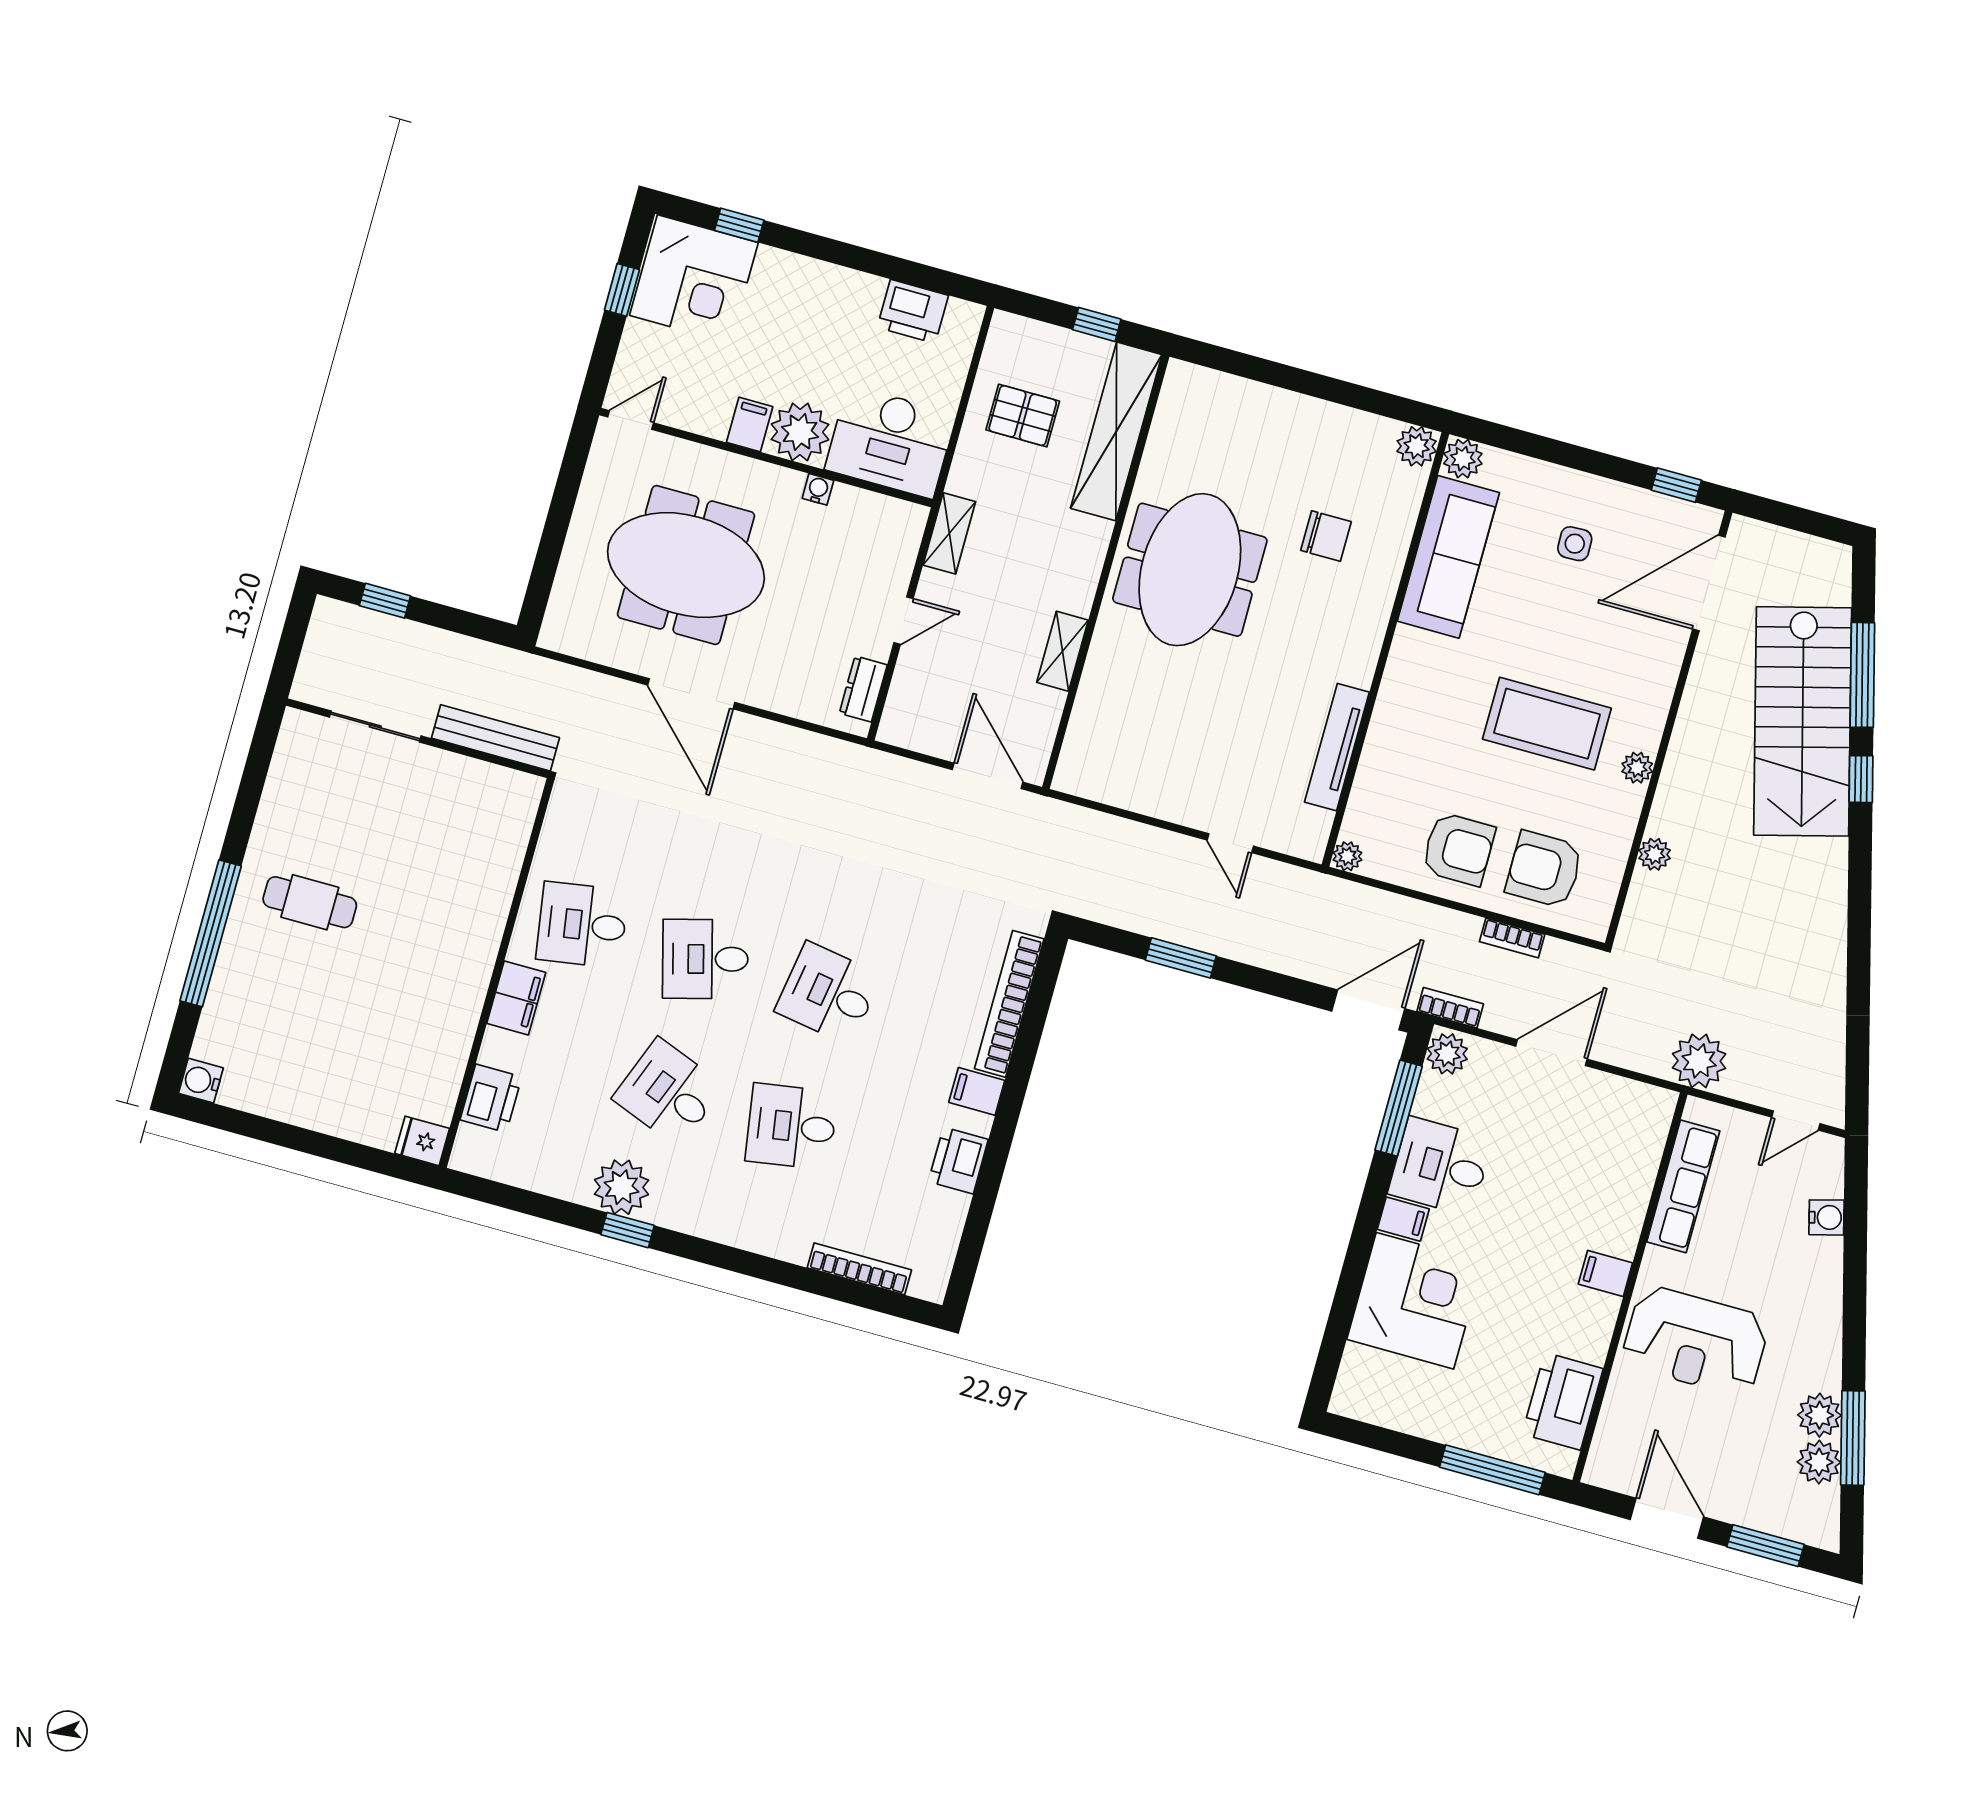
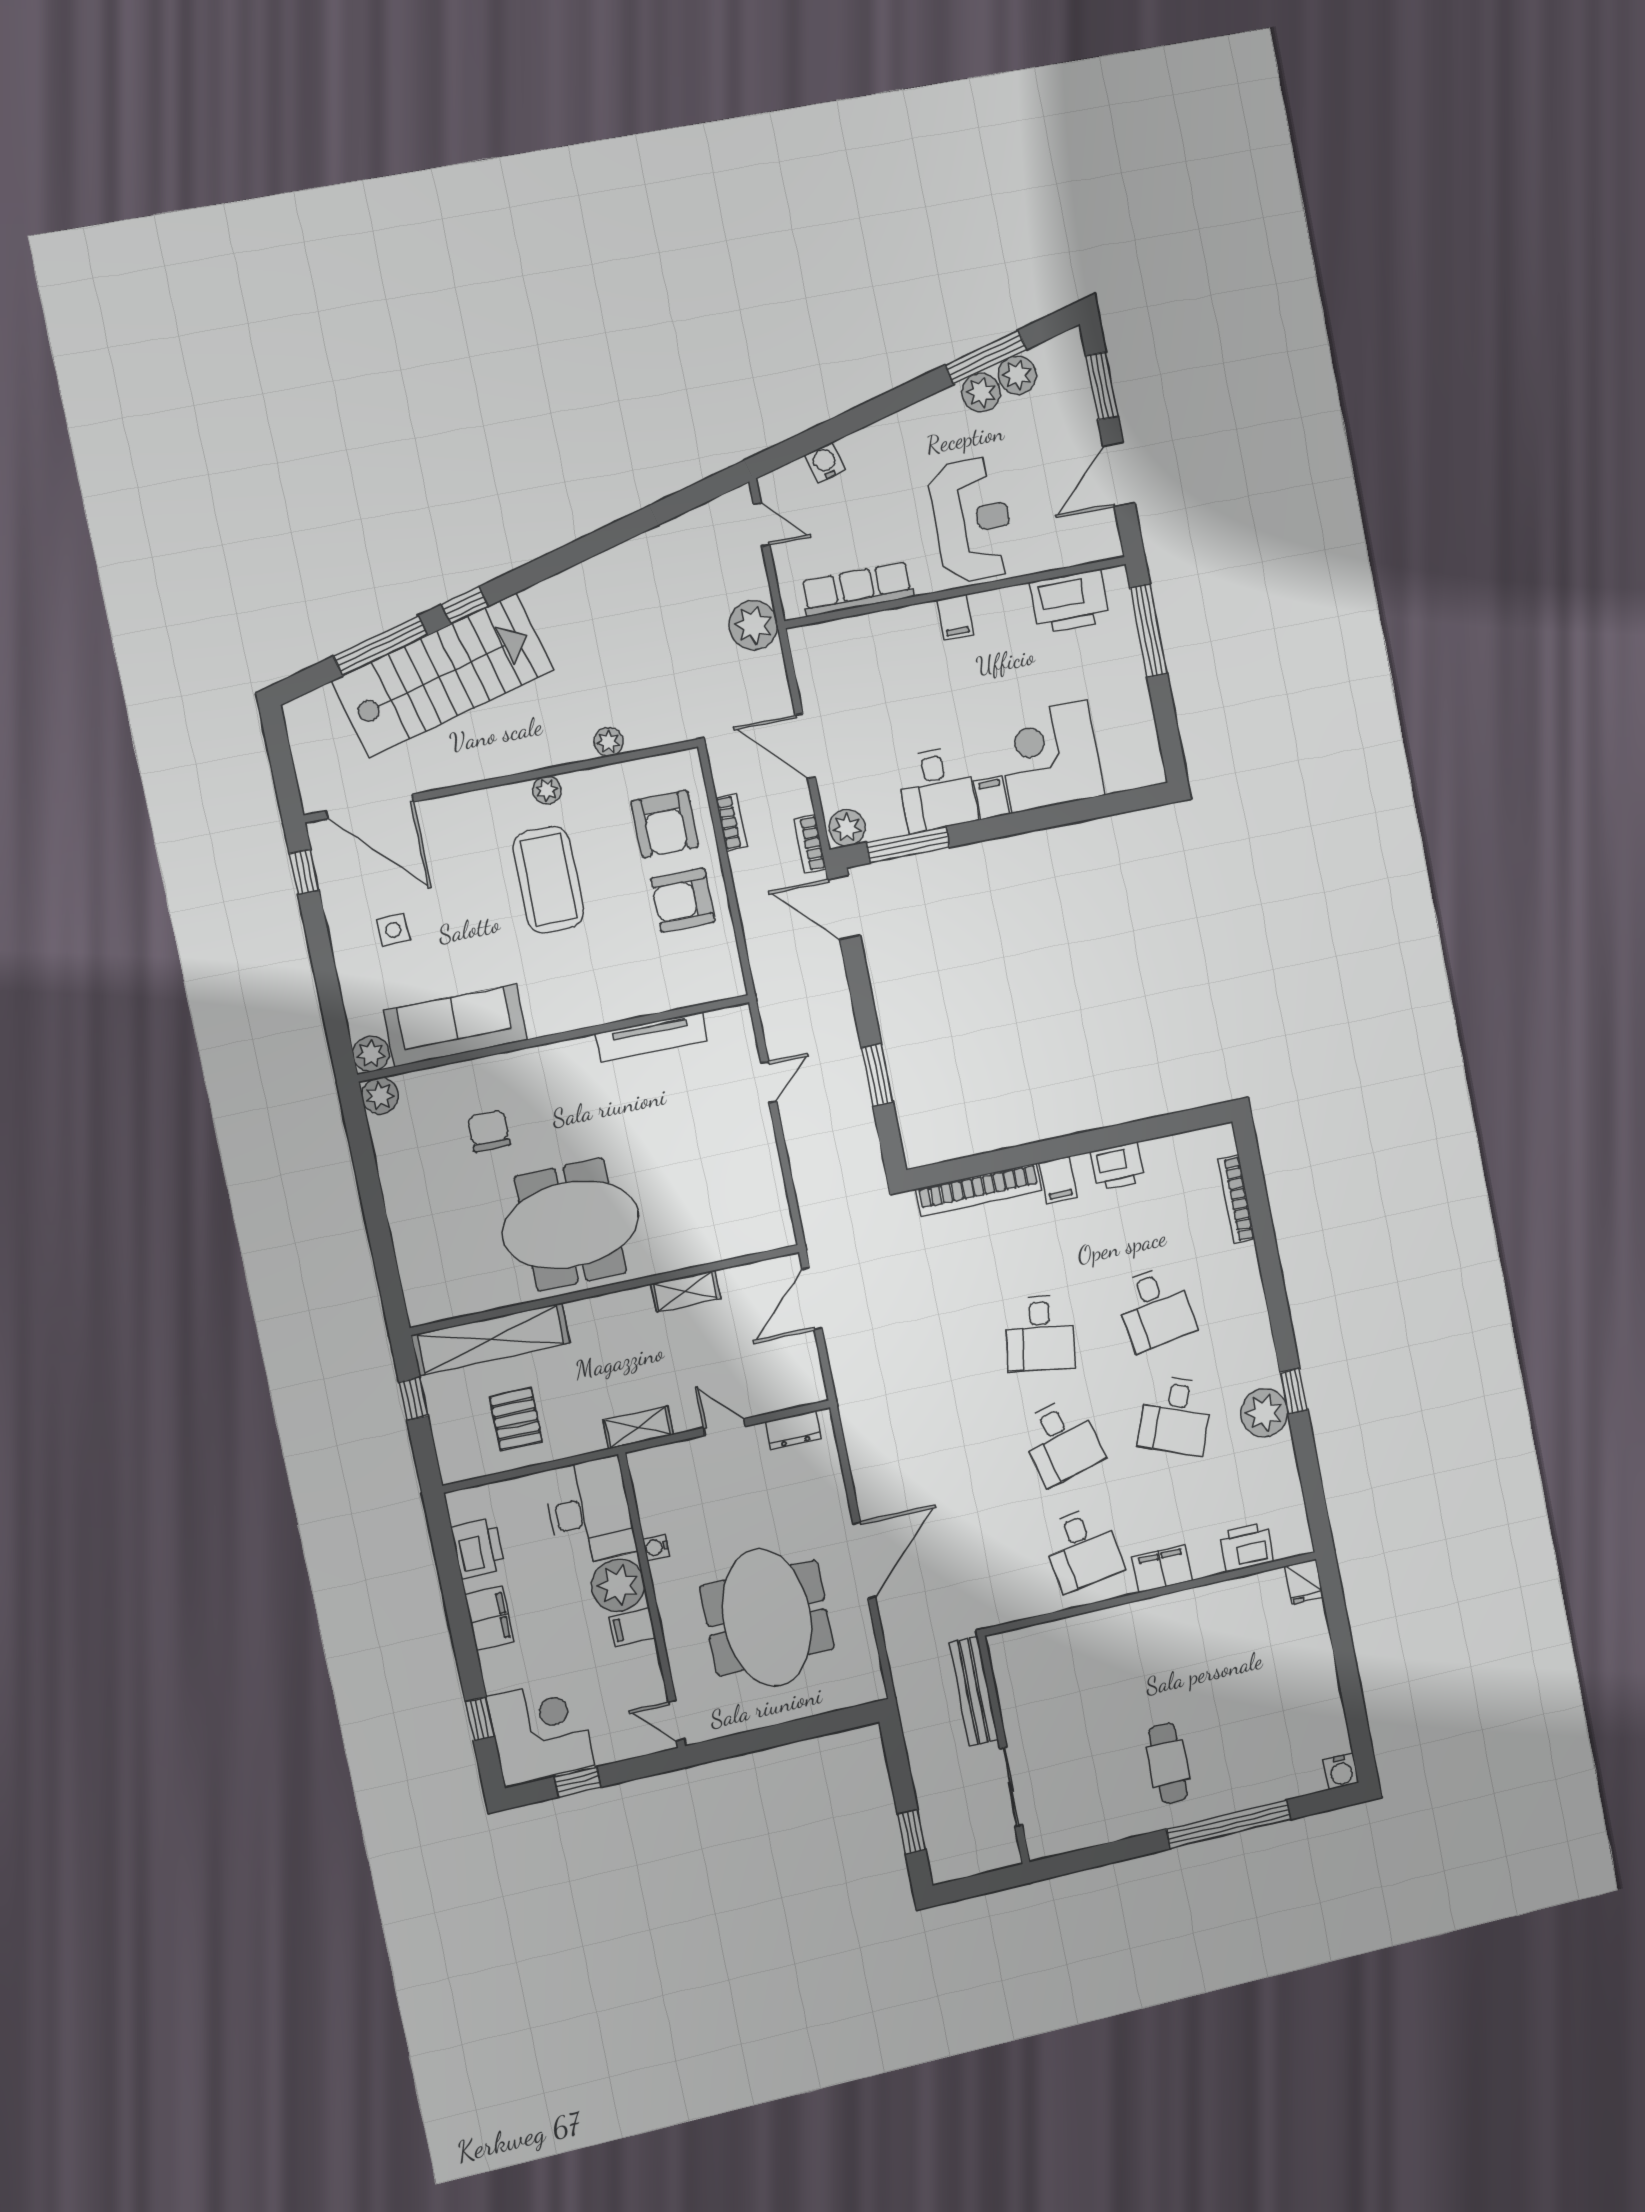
filing cabinet: (836, 287) -> (489, 1618), added
armchair: (1458, 849) -> (683, 900), turned -90
plant: (1347, 856) -> (733, 985), removed

